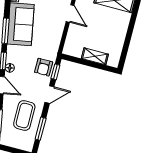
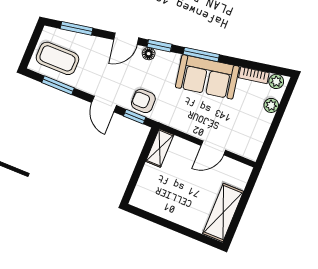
shelving: (95, 56) -> (160, 148), moved
coffee table: (24, 115) -> (57, 58), moved

